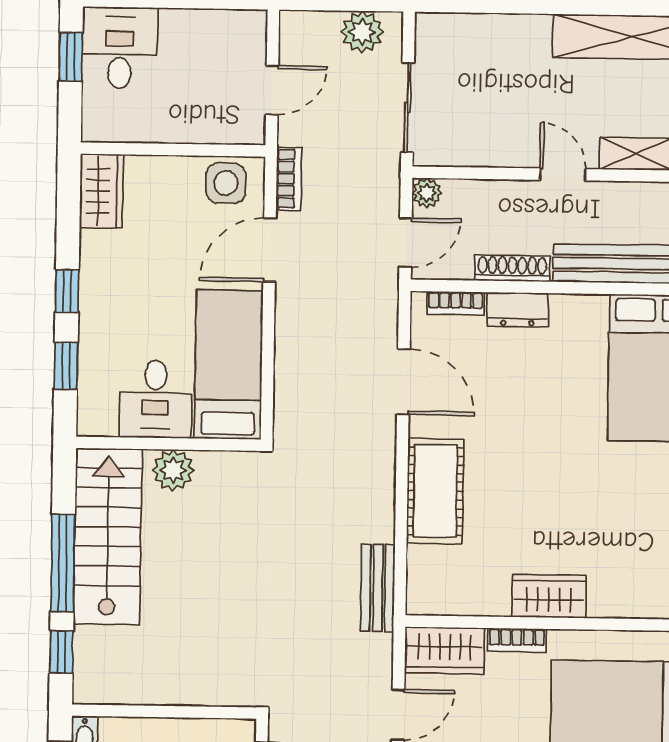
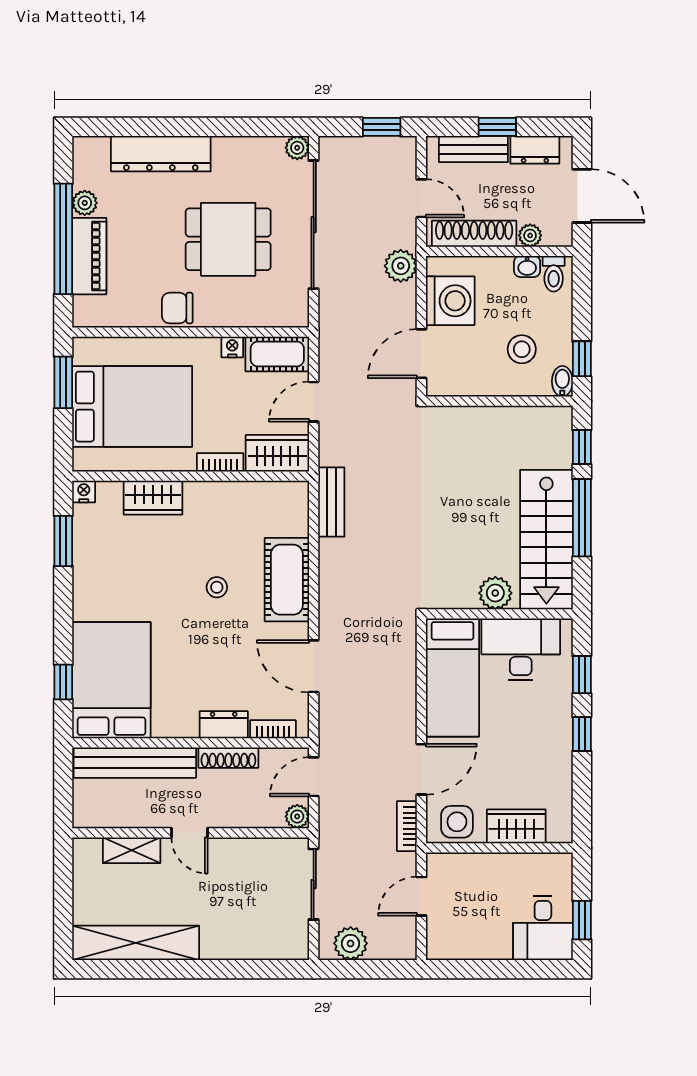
wardrobe: (101, 191) -> (516, 826), moved, turned 90
desk: (156, 399) -> (521, 649), width x1.37
stool: (523, 483) -> (217, 587), added
wardrobe: (549, 596) -> (153, 498), moved

